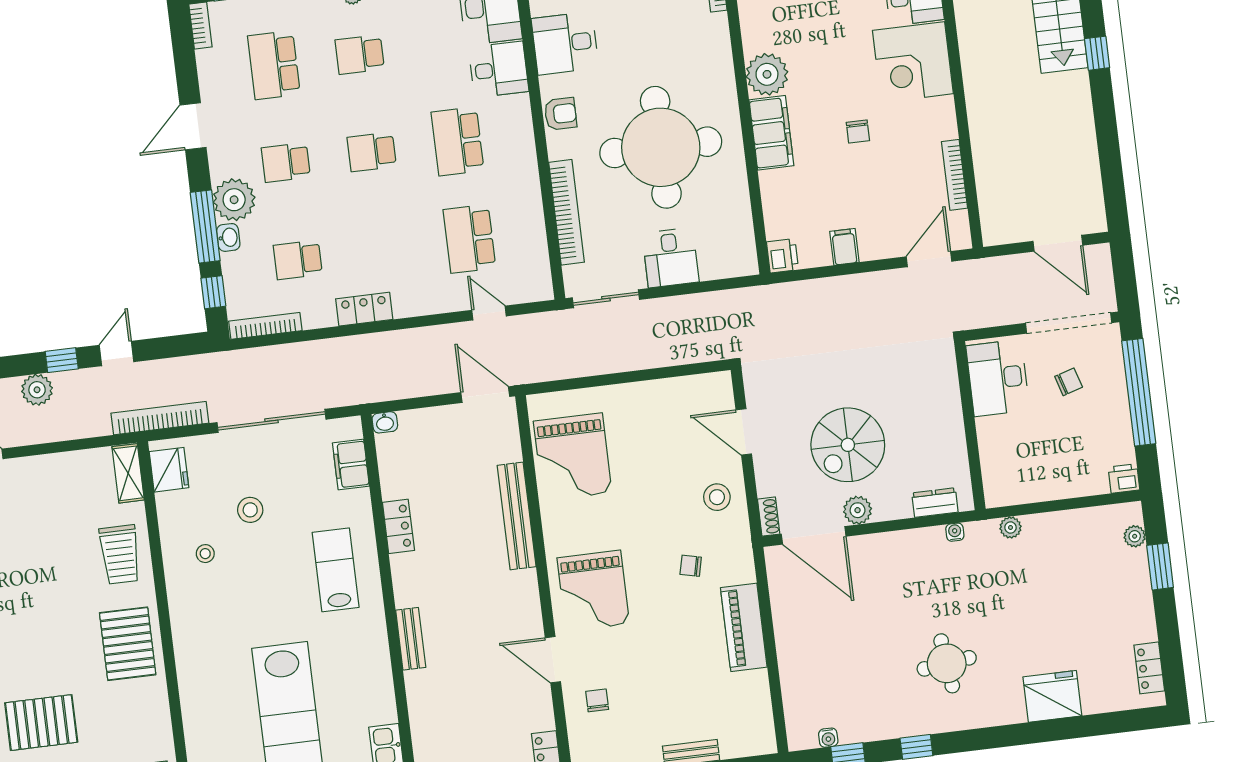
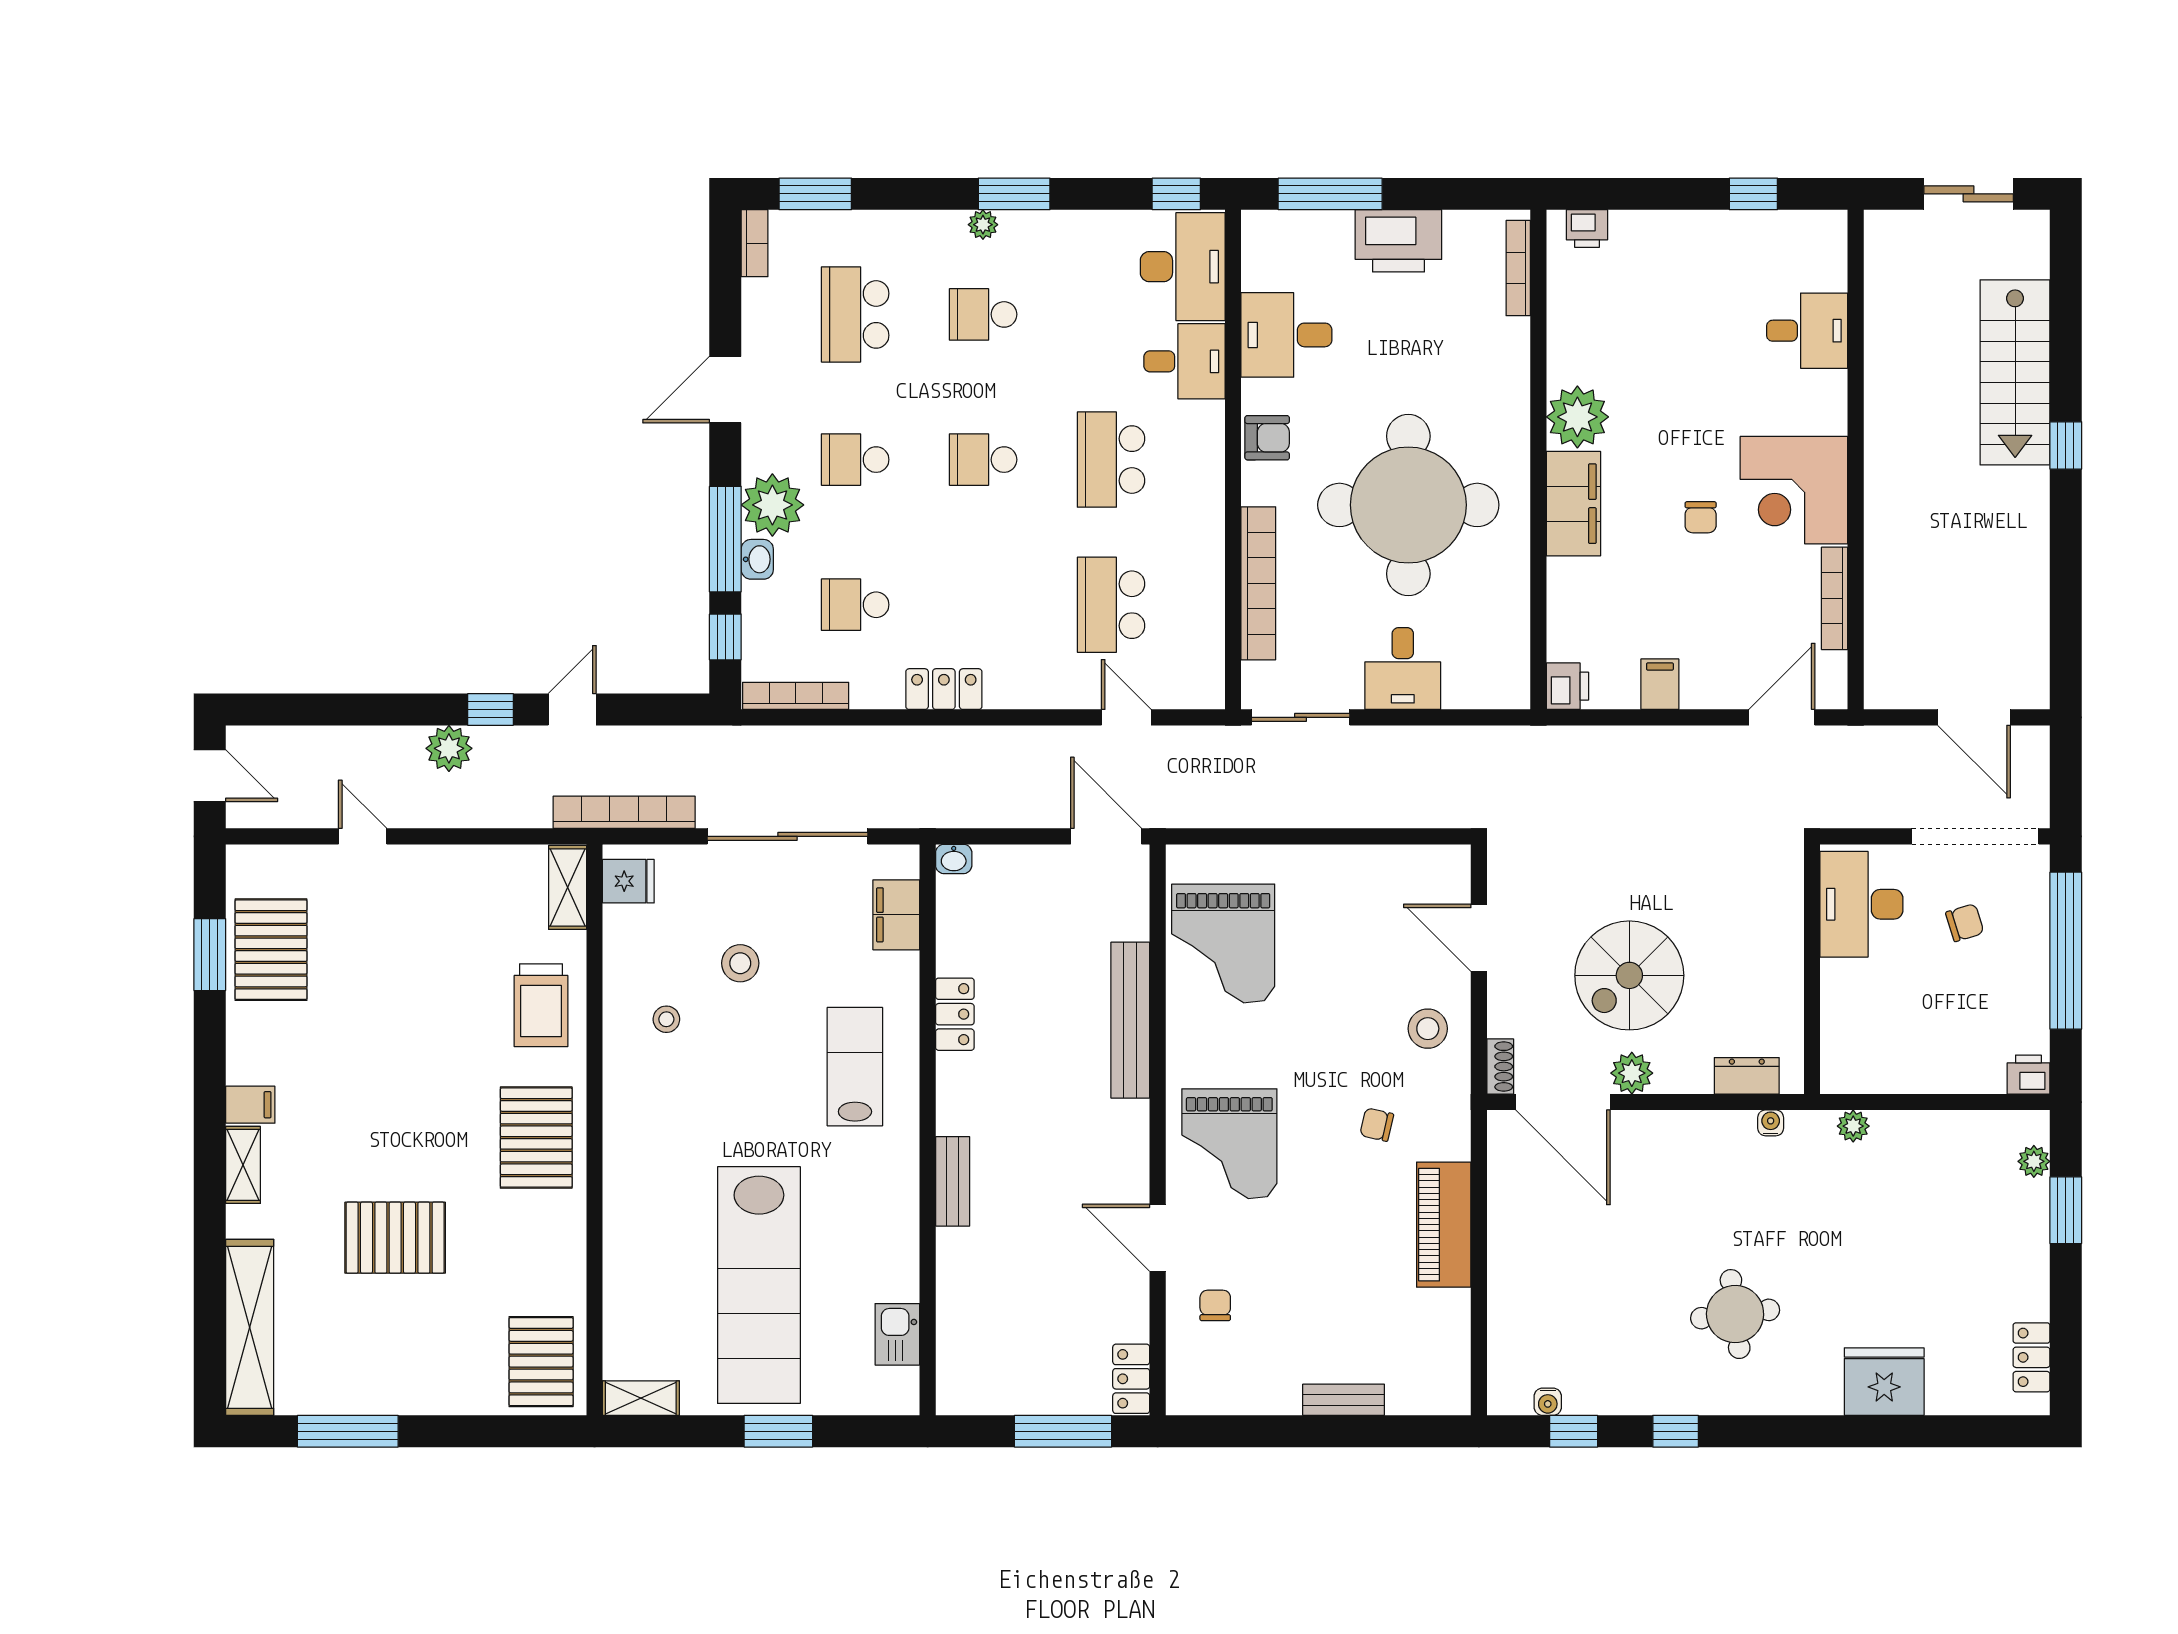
corner desk: (913, 62) -> (1794, 490), moved
fridge: (169, 470) -> (628, 881), width x0.72

